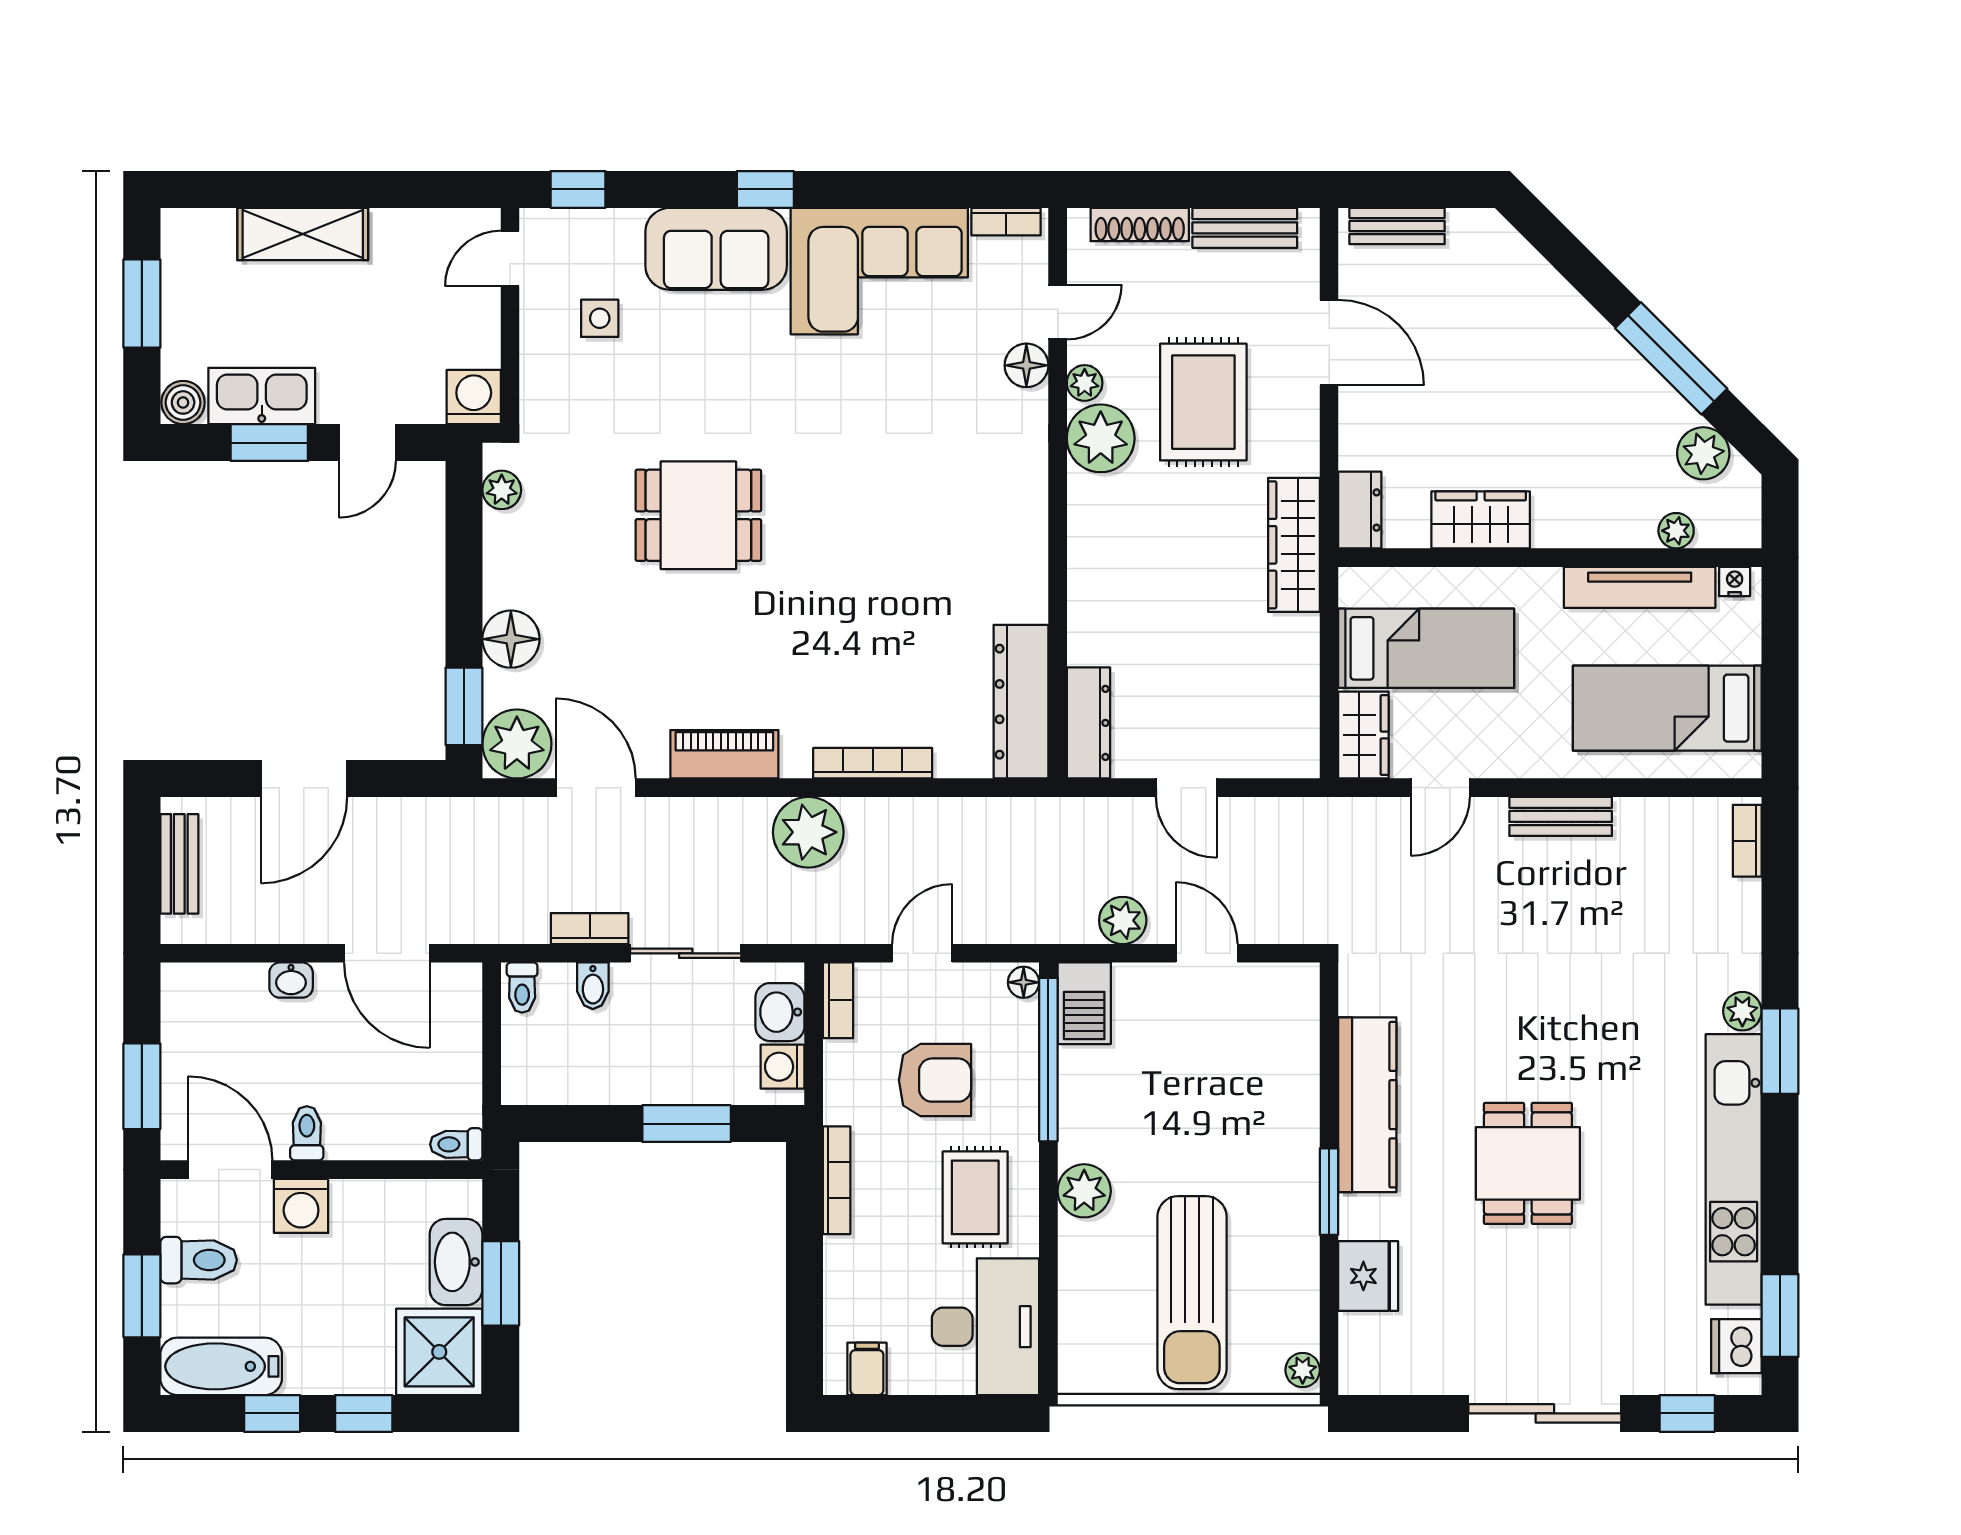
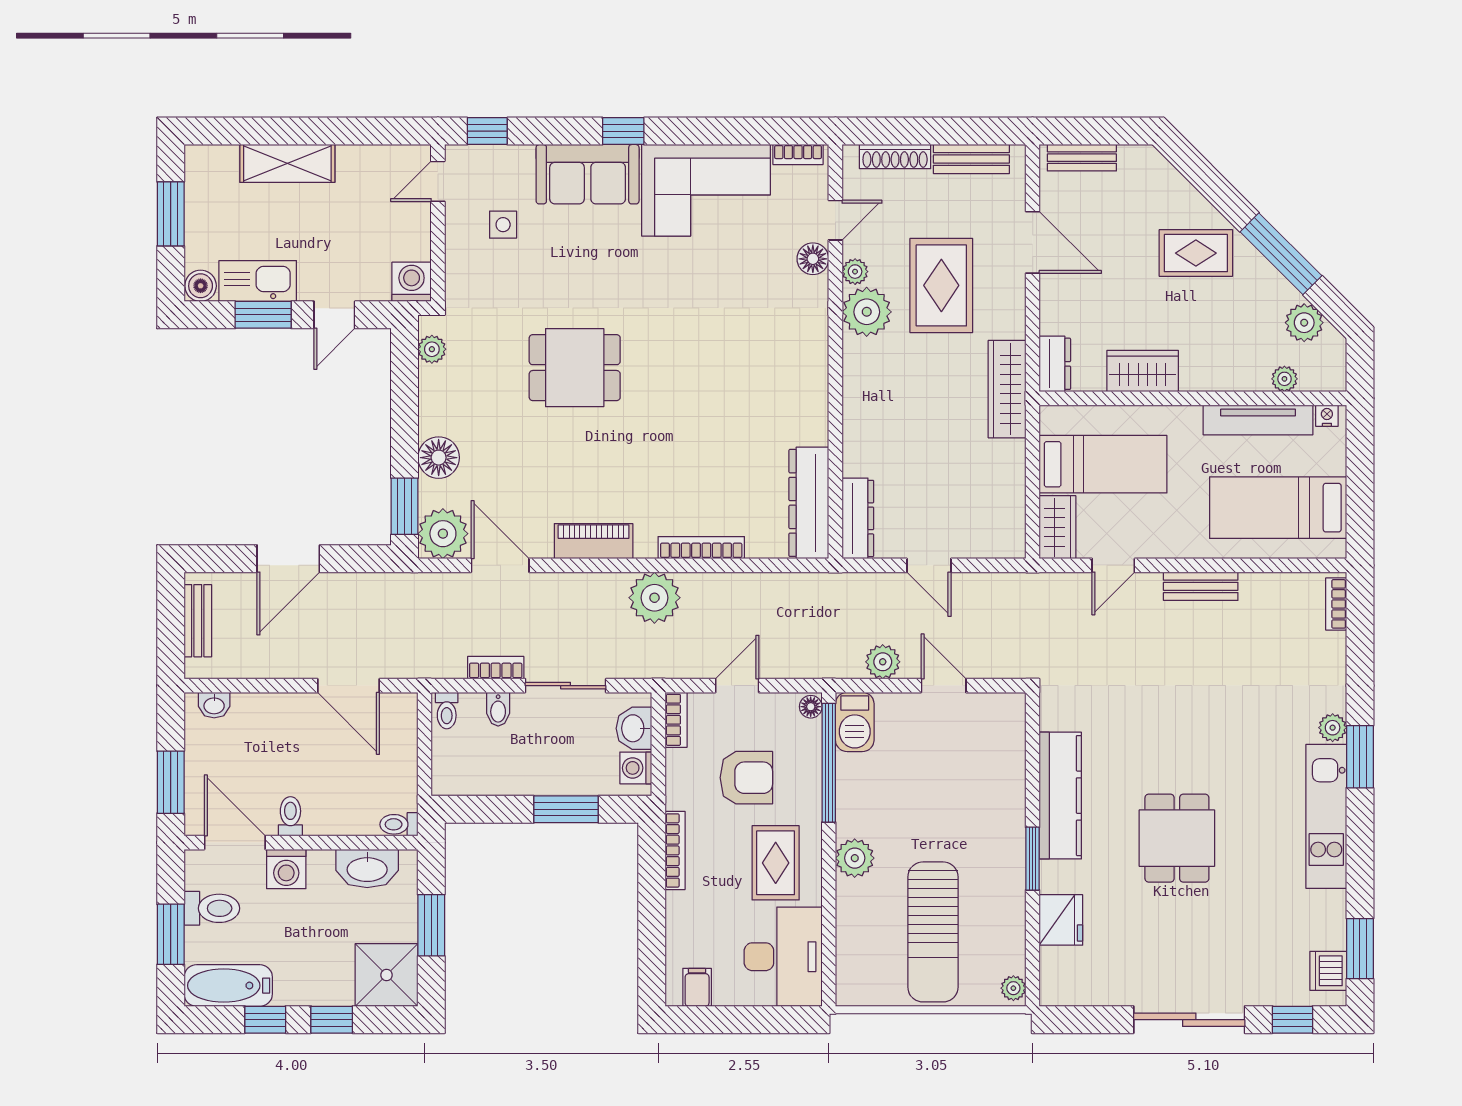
rug: (1554, 357) -> (1196, 253), added
washbasin: (291, 980) -> (214, 705), moved
kitchen unit: (1734, 1169) -> (1326, 816), width x0.73
washbasin: (456, 1262) -> (367, 868), moved, turned -90

